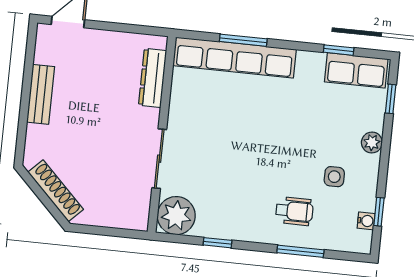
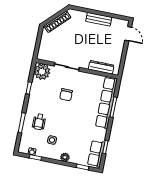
chair: (225, 154) -> (66, 95), added

